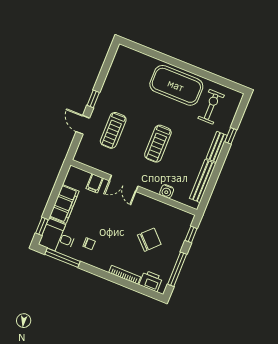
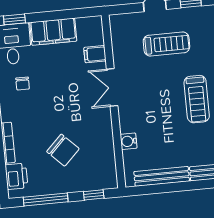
treadmill: (113, 130) -> (166, 44), turned 180
treadmill: (158, 144) -> (197, 99), moved, turned -90

